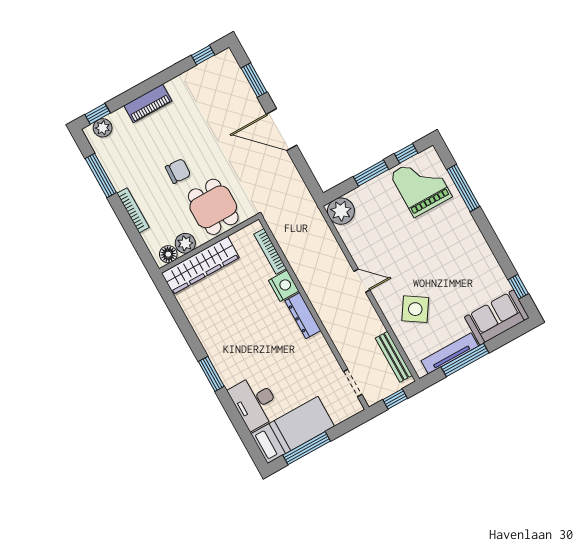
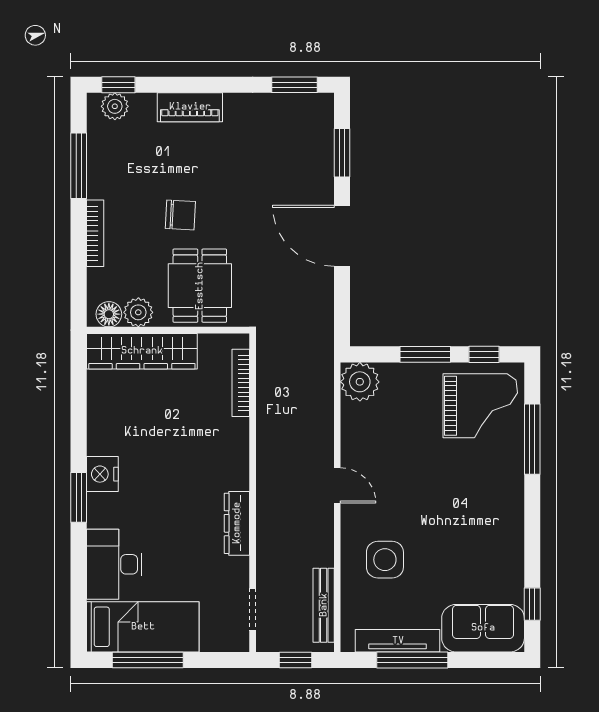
window: (203, 55) -> (294, 85), width x1.50
grand piano: (421, 185) -> (480, 406), turned 90
nightstand: (284, 286) -> (102, 474), moved, turned 180
side table: (415, 309) -> (385, 560), turned -33
dresser: (303, 316) -> (237, 523), moved

